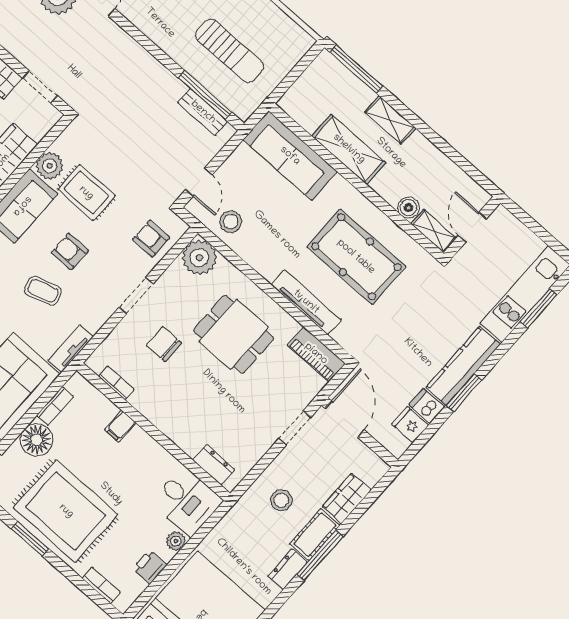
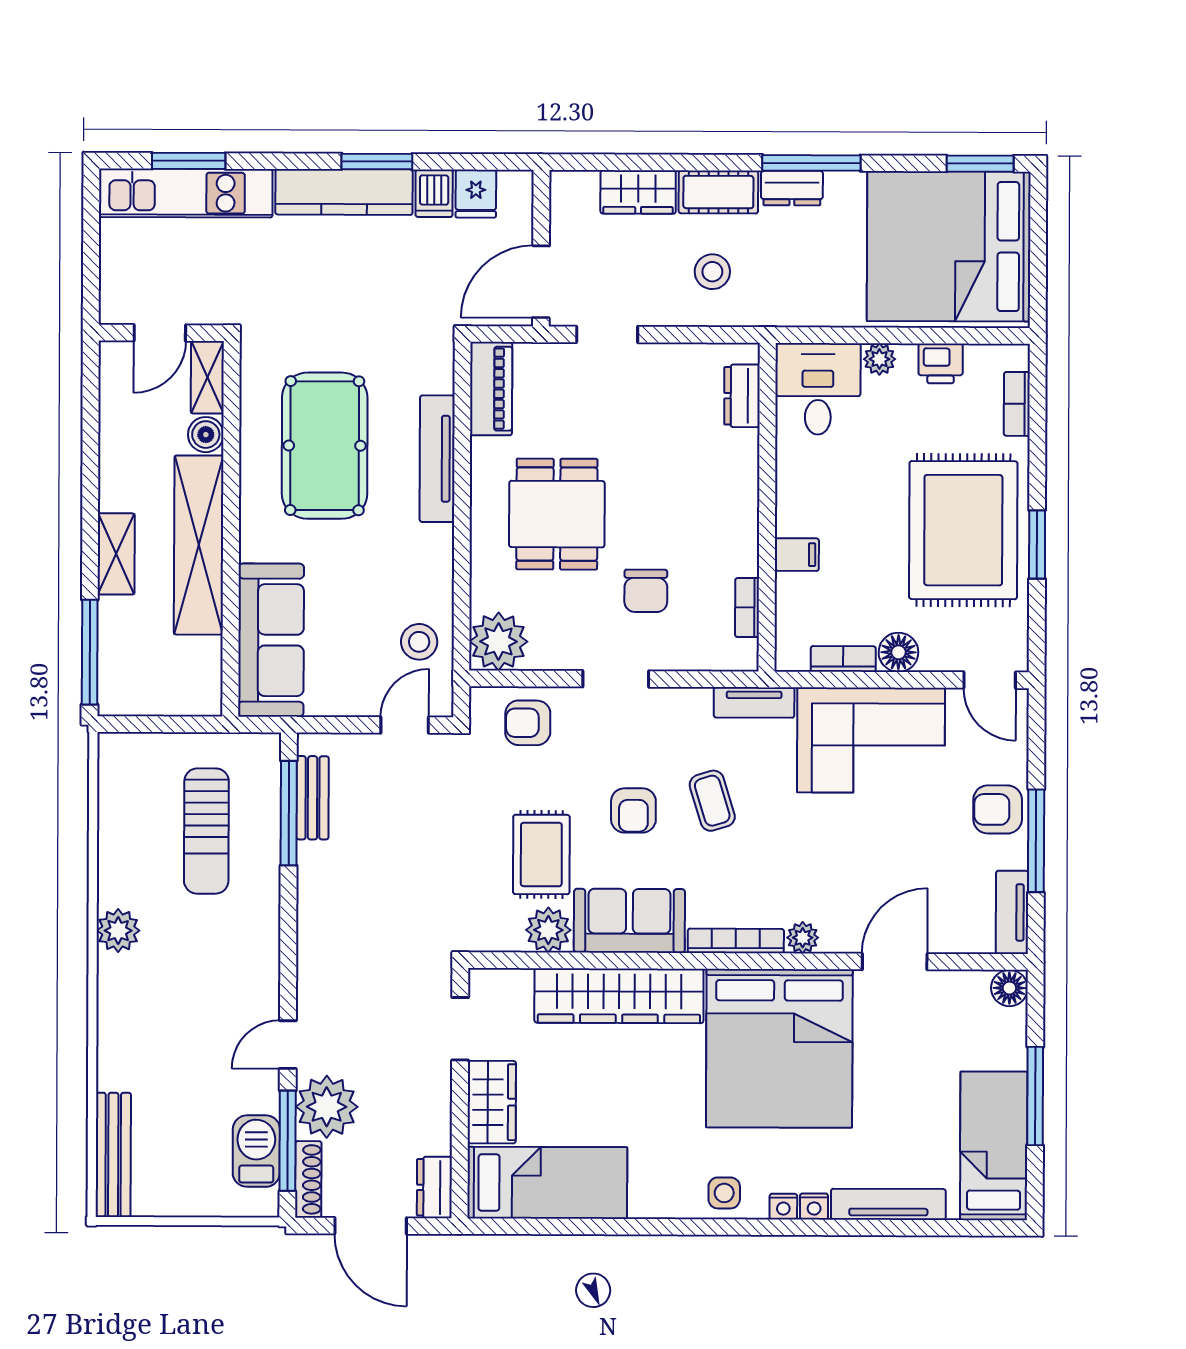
sun lounger: (230, 51) -> (206, 831), turned 180
shelving: (349, 149) -> (199, 545), width x1.47
armchair: (151, 239) -> (528, 723), turned 90
floor lamp: (37, 440) -> (898, 652), width x0.73, depth x0.73
window: (320, 555) -> (811, 163), moved

